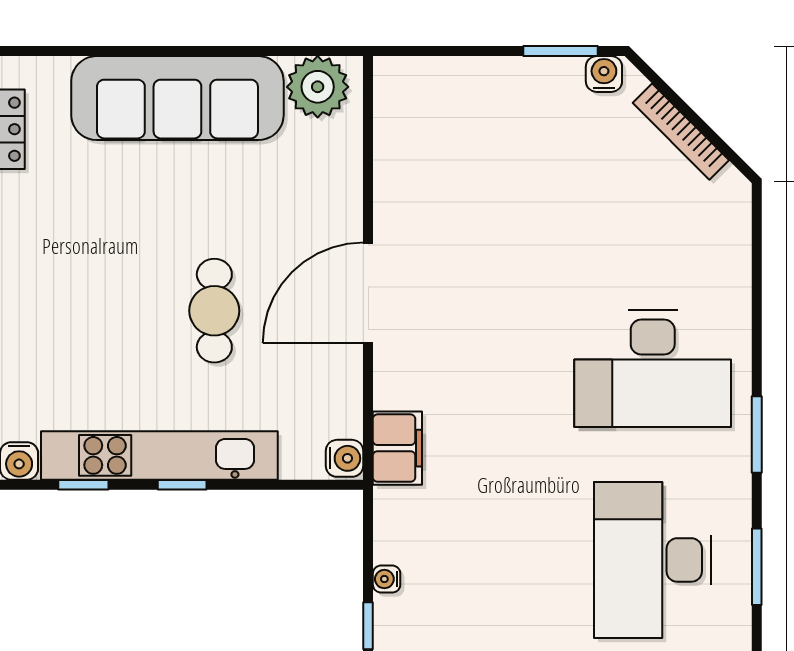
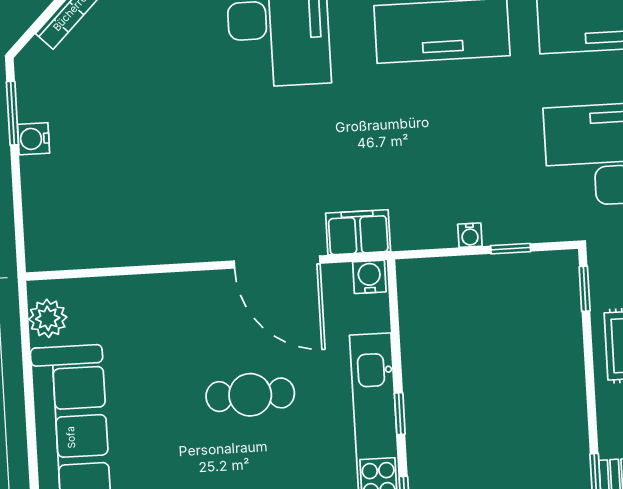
water cooler: (604, 74) -> (33, 139), moved
plant: (318, 87) -> (48, 318), width x0.73, depth x0.73
door: (368, 293) -> (277, 262), moved

